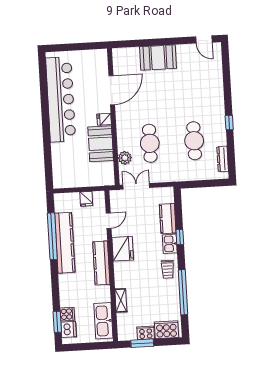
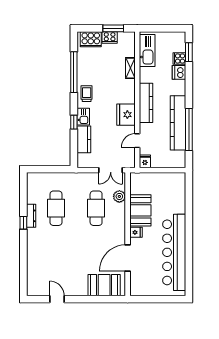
door: (204, 39) -> (57, 299), moved
booth: (158, 58) -> (104, 285), moved
dresser: (223, 159) -> (31, 216), moved
fridge: (86, 199) -> (145, 161), moved
dishwasher: (69, 329) -> (179, 72), moved

